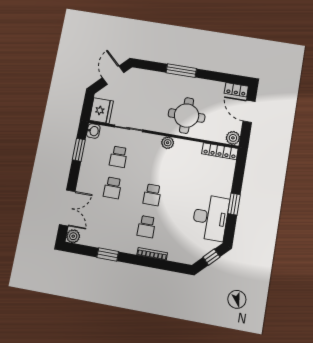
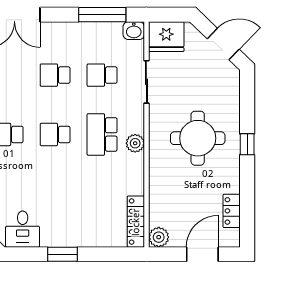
window: (181, 71) -> (247, 144), width x0.46
locker: (236, 90) -> (232, 211), moved
round table: (187, 116) -> (198, 138), moved
window: (79, 150) -> (102, 15), width x1.44
school desk: (158, 164) -> (102, 134), added
desk: (210, 218) -> (23, 229), width x0.53, depth x0.77

